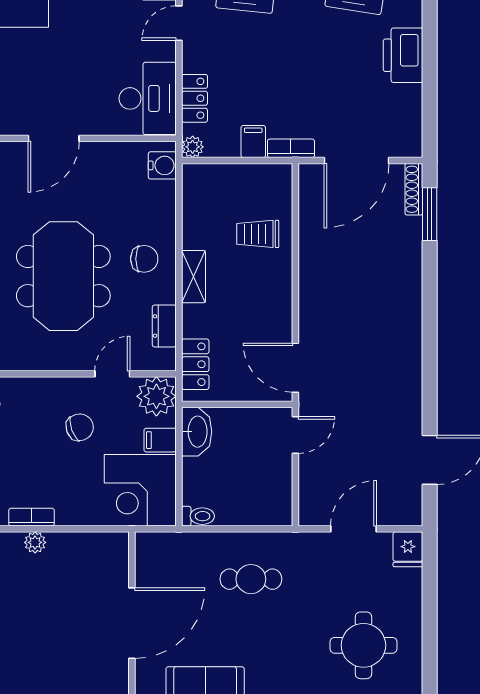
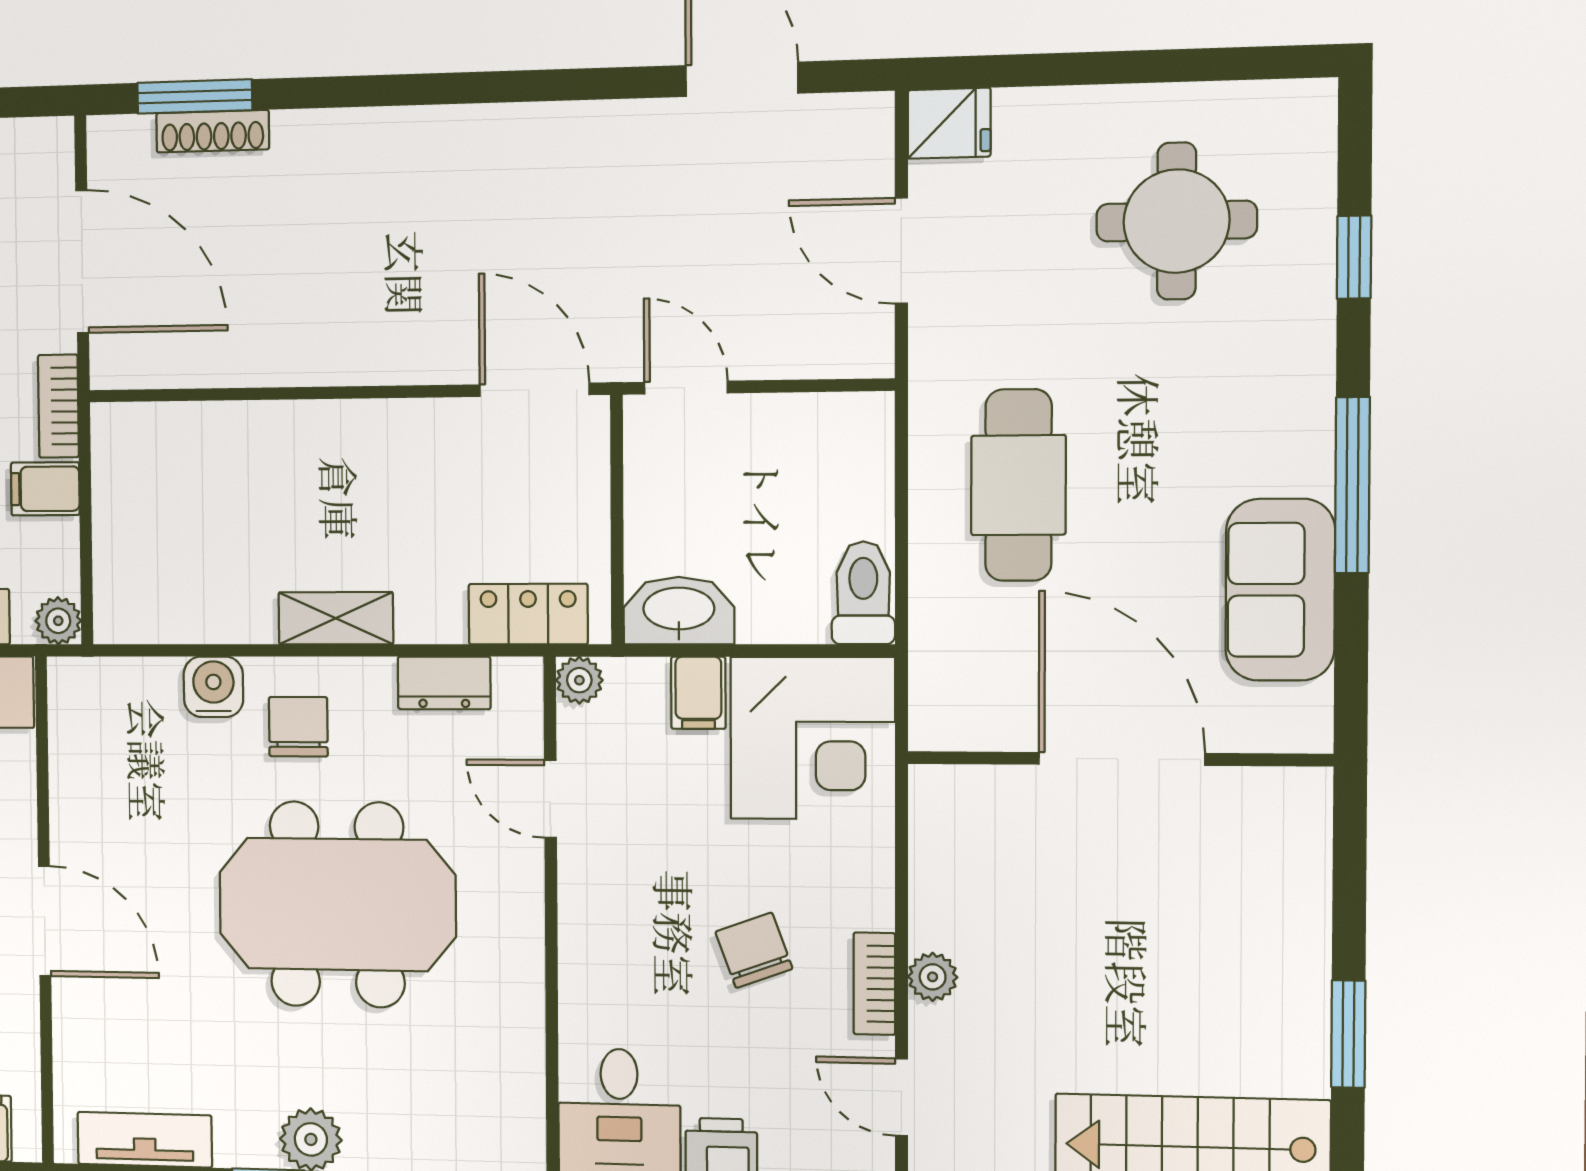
water cooler: (162, 165) -> (213, 687), moved
shoe rack: (414, 189) -> (213, 131), moved
trolley: (258, 234) -> (242, 477), removed
door: (295, 368) -> (534, 390), swing flipped
plant: (156, 396) -> (579, 680), width x0.53, depth x0.53
chair: (80, 427) -> (754, 950), moved
toilet: (198, 516) -> (863, 593), width x1.37, depth x1.39
cafe table: (251, 579) -> (1018, 485), width x1.37, depth x1.35

